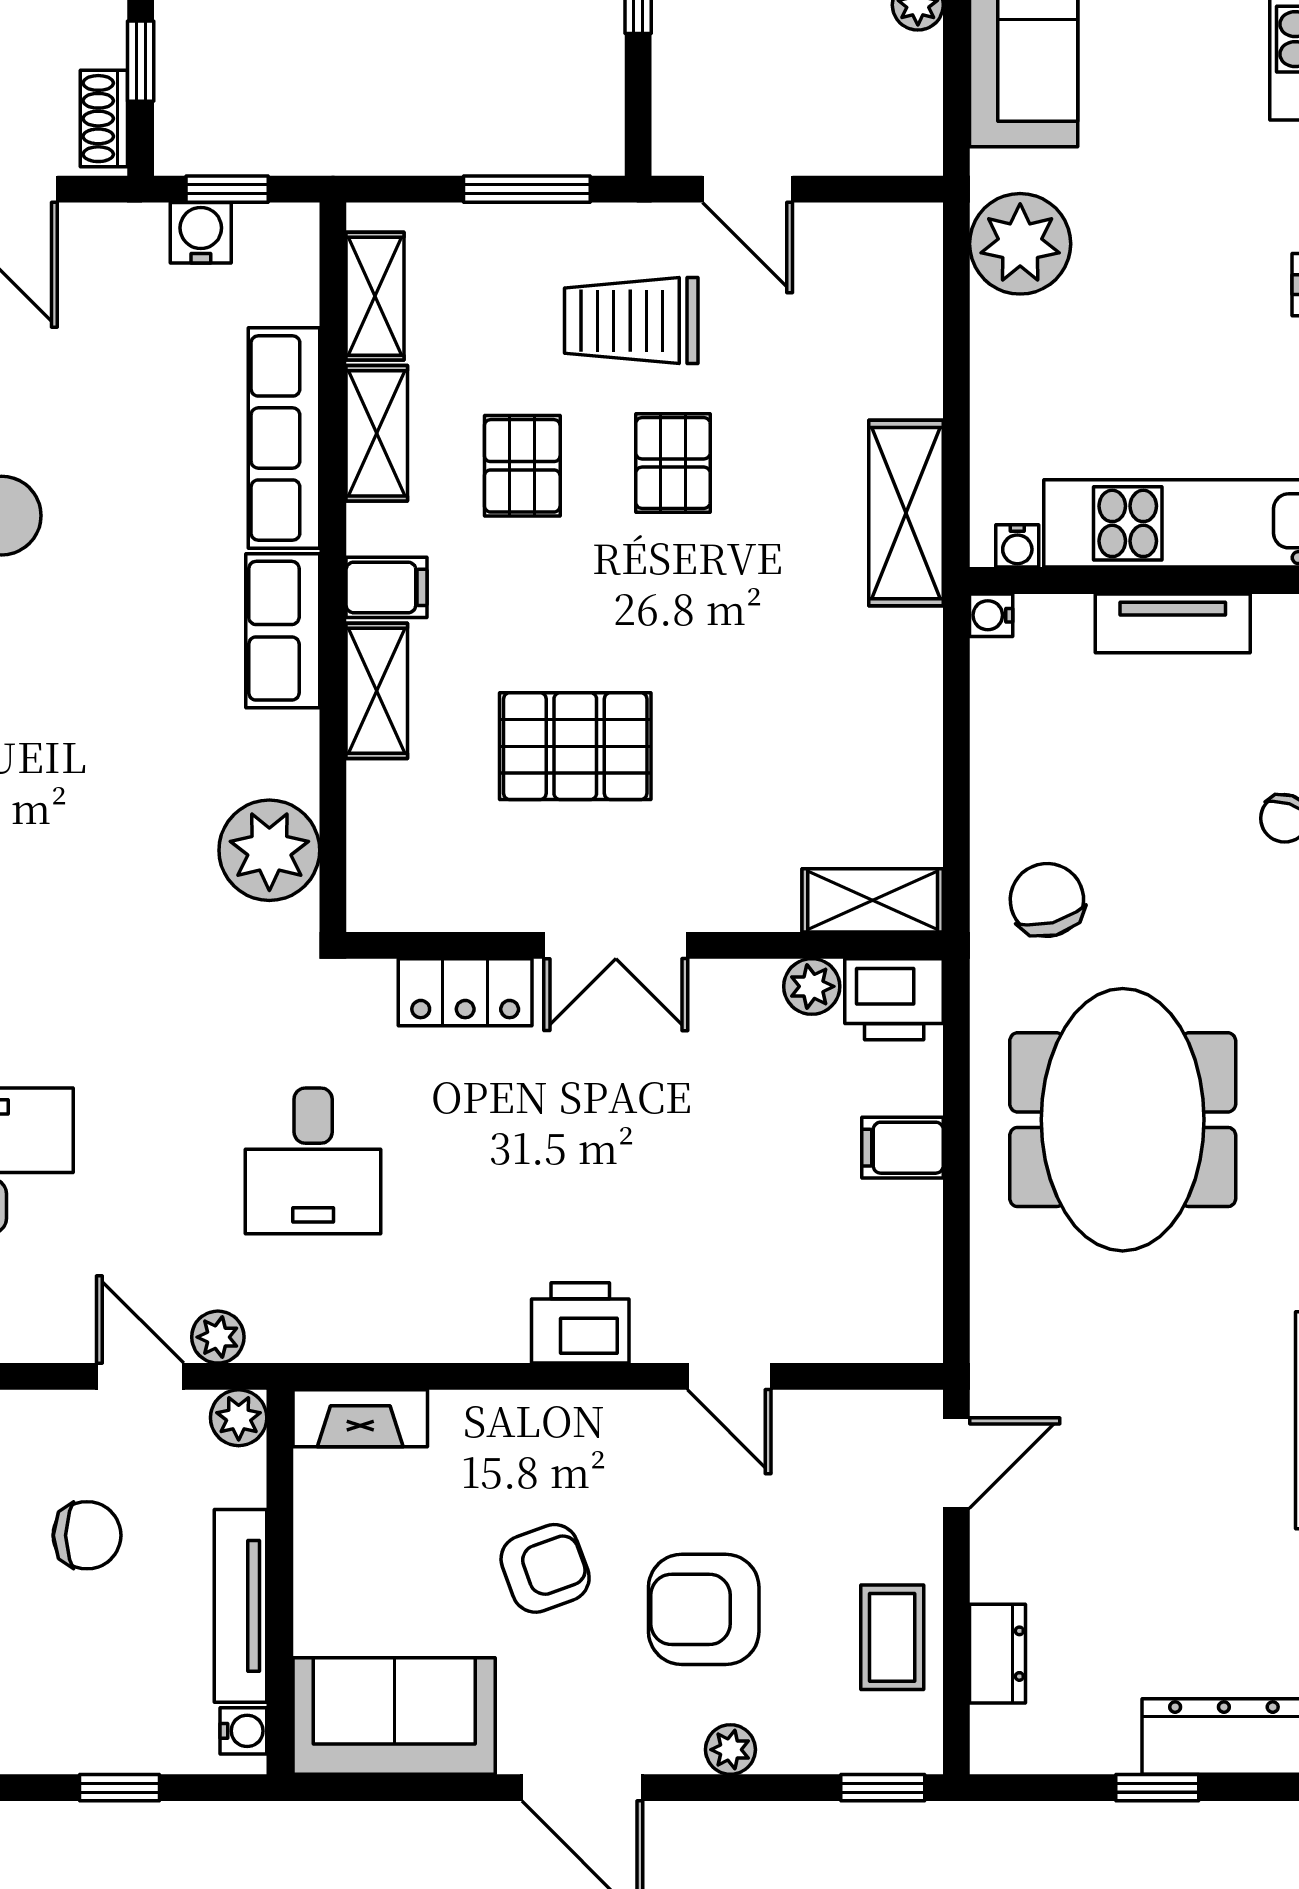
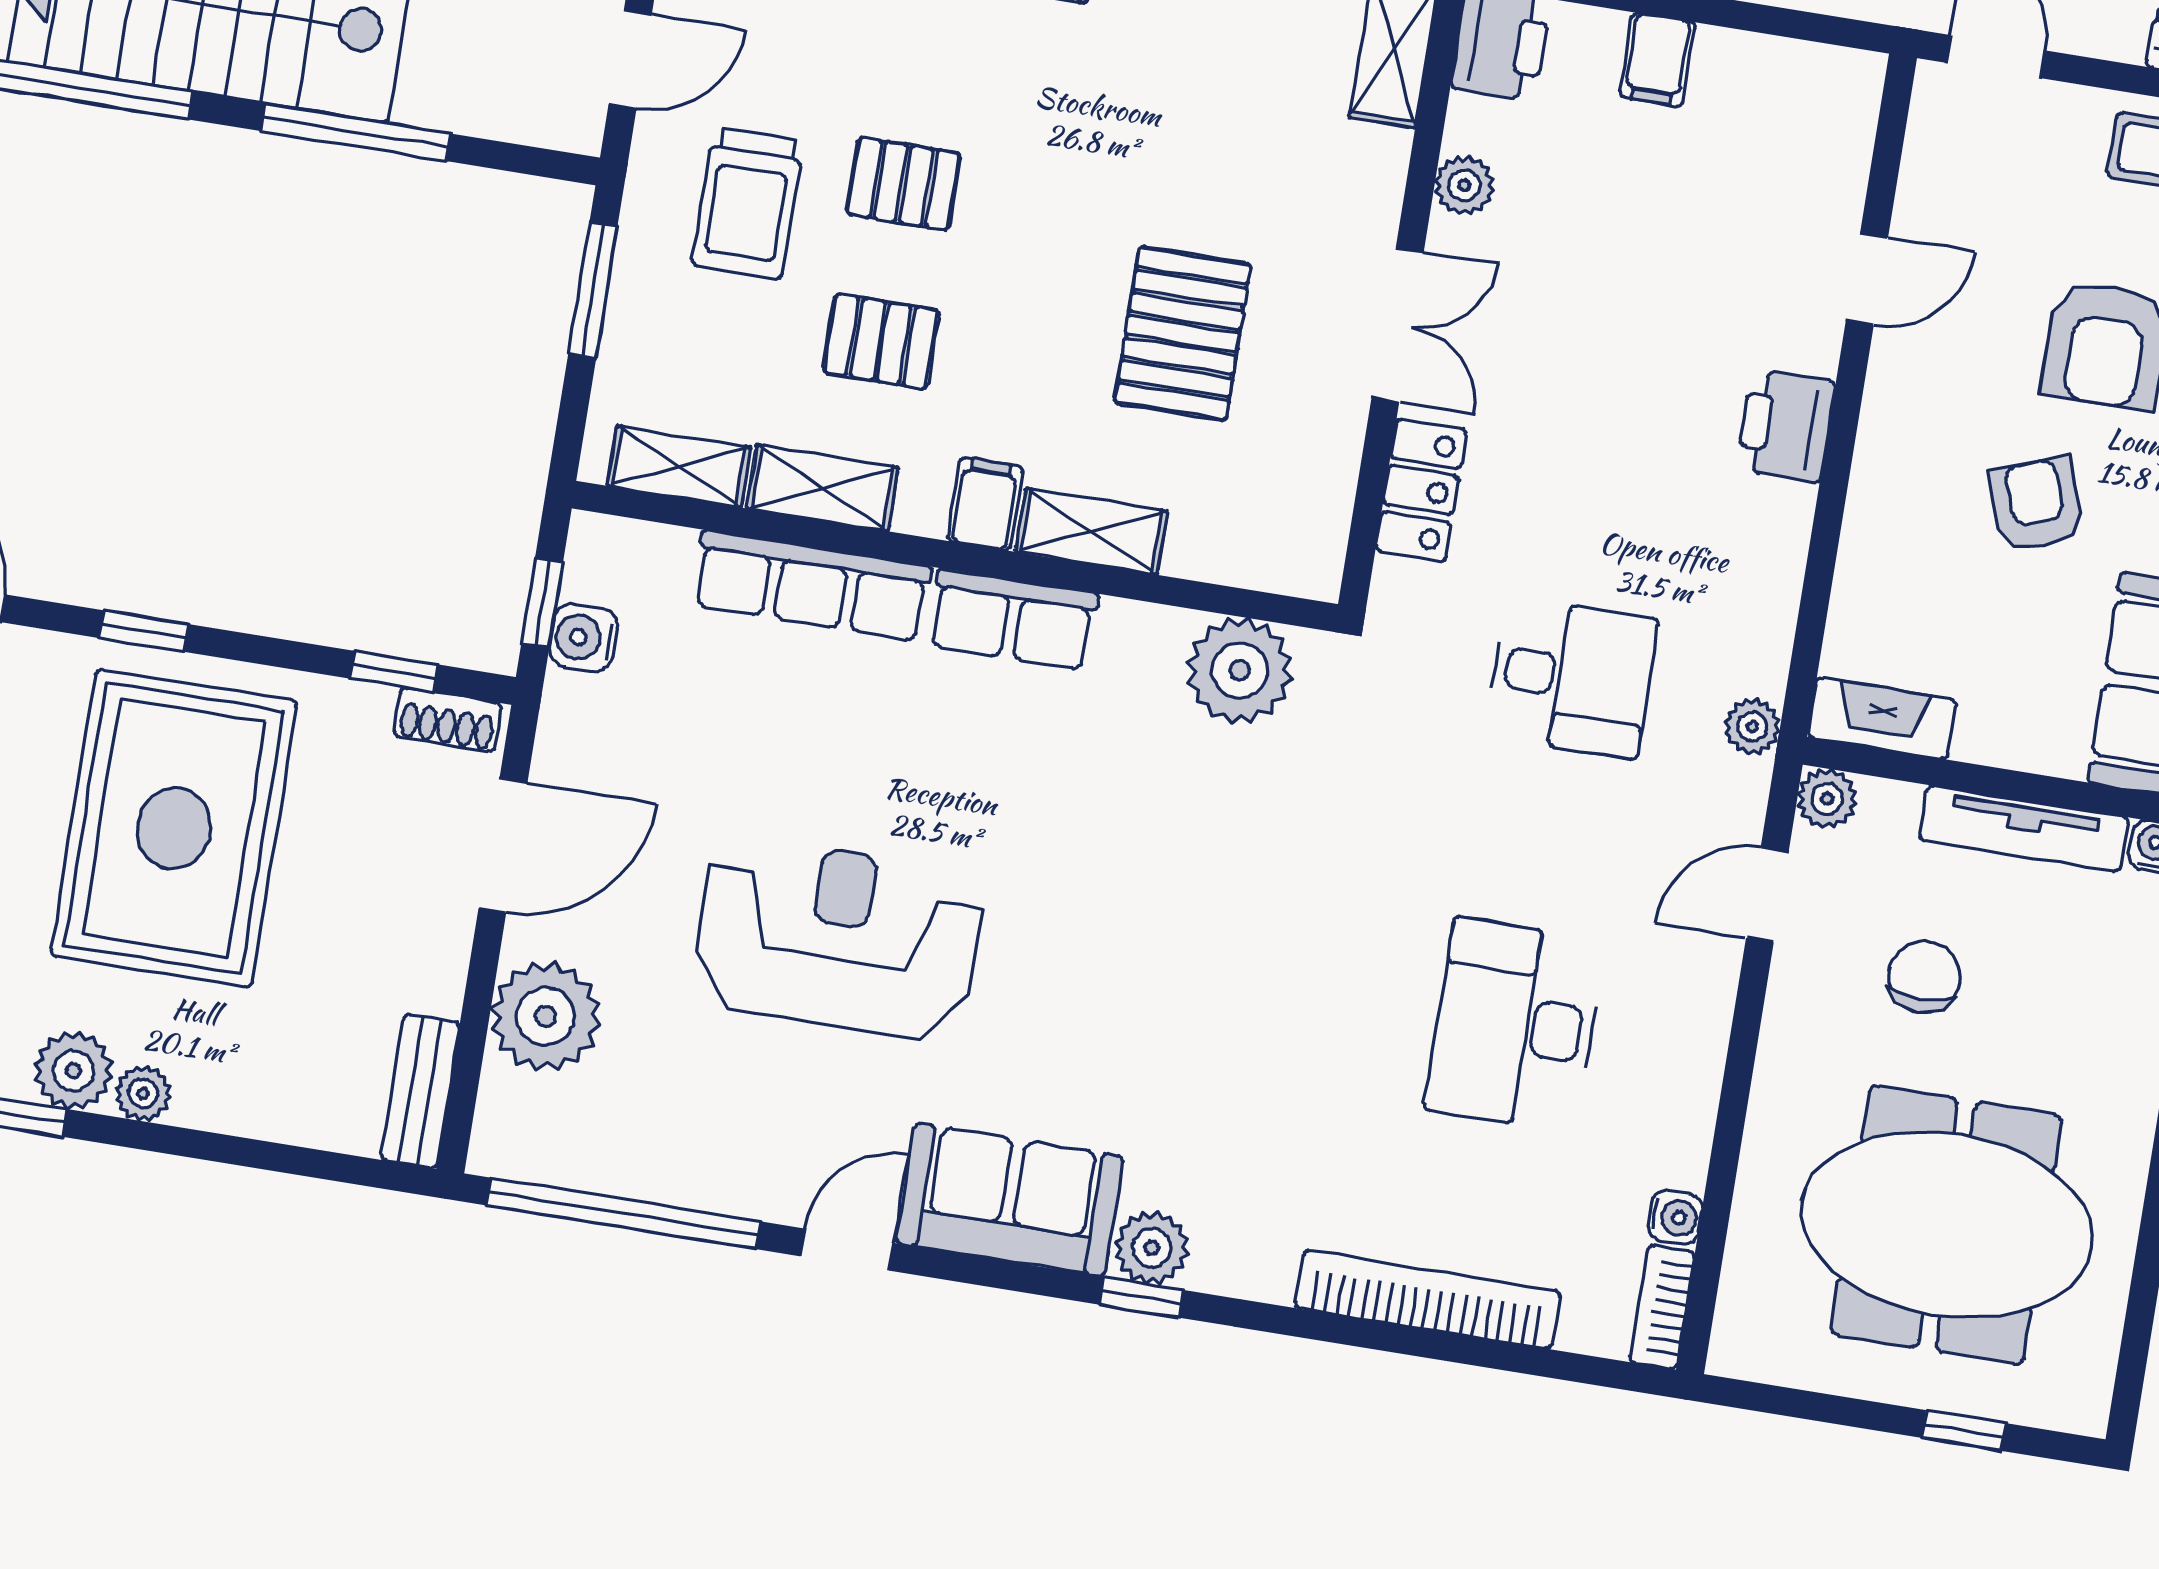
plant: (812, 986) -> (1464, 185), moved
plant: (218, 1337) -> (1752, 727), moved
fireplace: (360, 1418) -> (1882, 718), moved, turned -90

